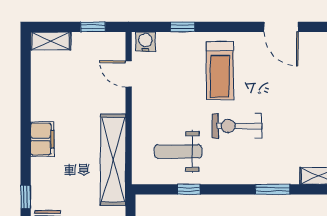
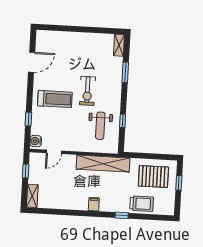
filing cabinet: (42, 139) -> (94, 204), width x0.50

